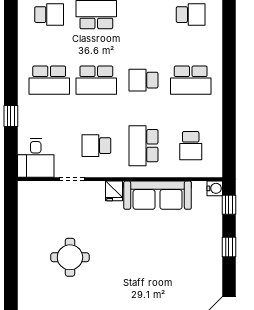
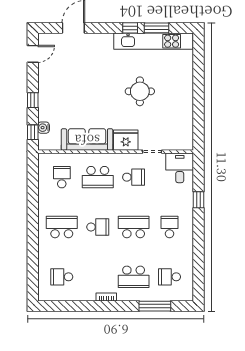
school desk: (49, 80) -> (169, 227), width x0.54
school desk: (144, 146) -> (98, 177), turned 90
water cooler: (215, 188) -> (44, 128), moved
fridge: (114, 191) -> (126, 140), width x1.88, depth x1.34
round table: (70, 257) -> (140, 91), moved

